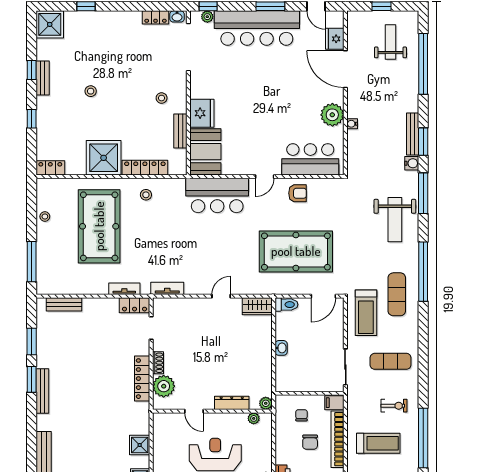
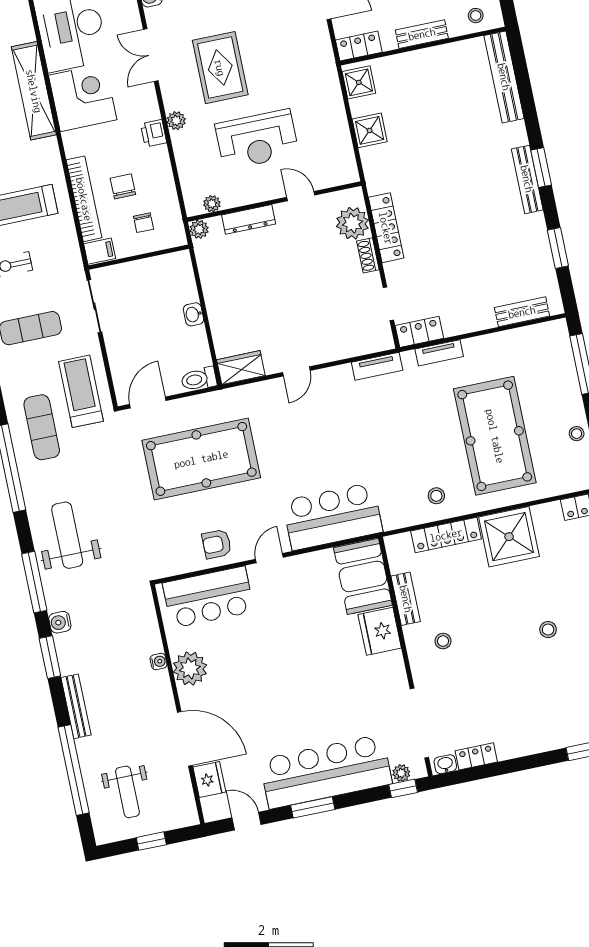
bench: (413, 134) -> (76, 706), moved
window: (32, 379) -> (541, 168), moved

